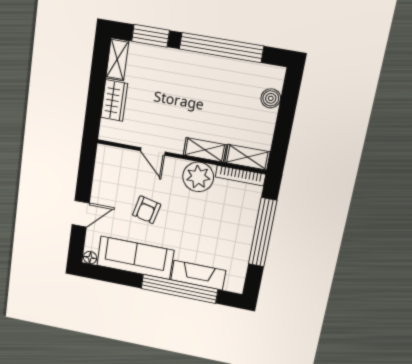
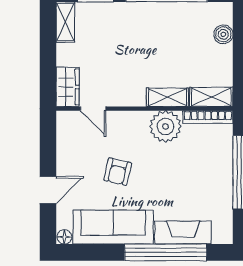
wardrobe: (114, 101) -> (68, 87), moved
door: (153, 151) -> (93, 109), moved

